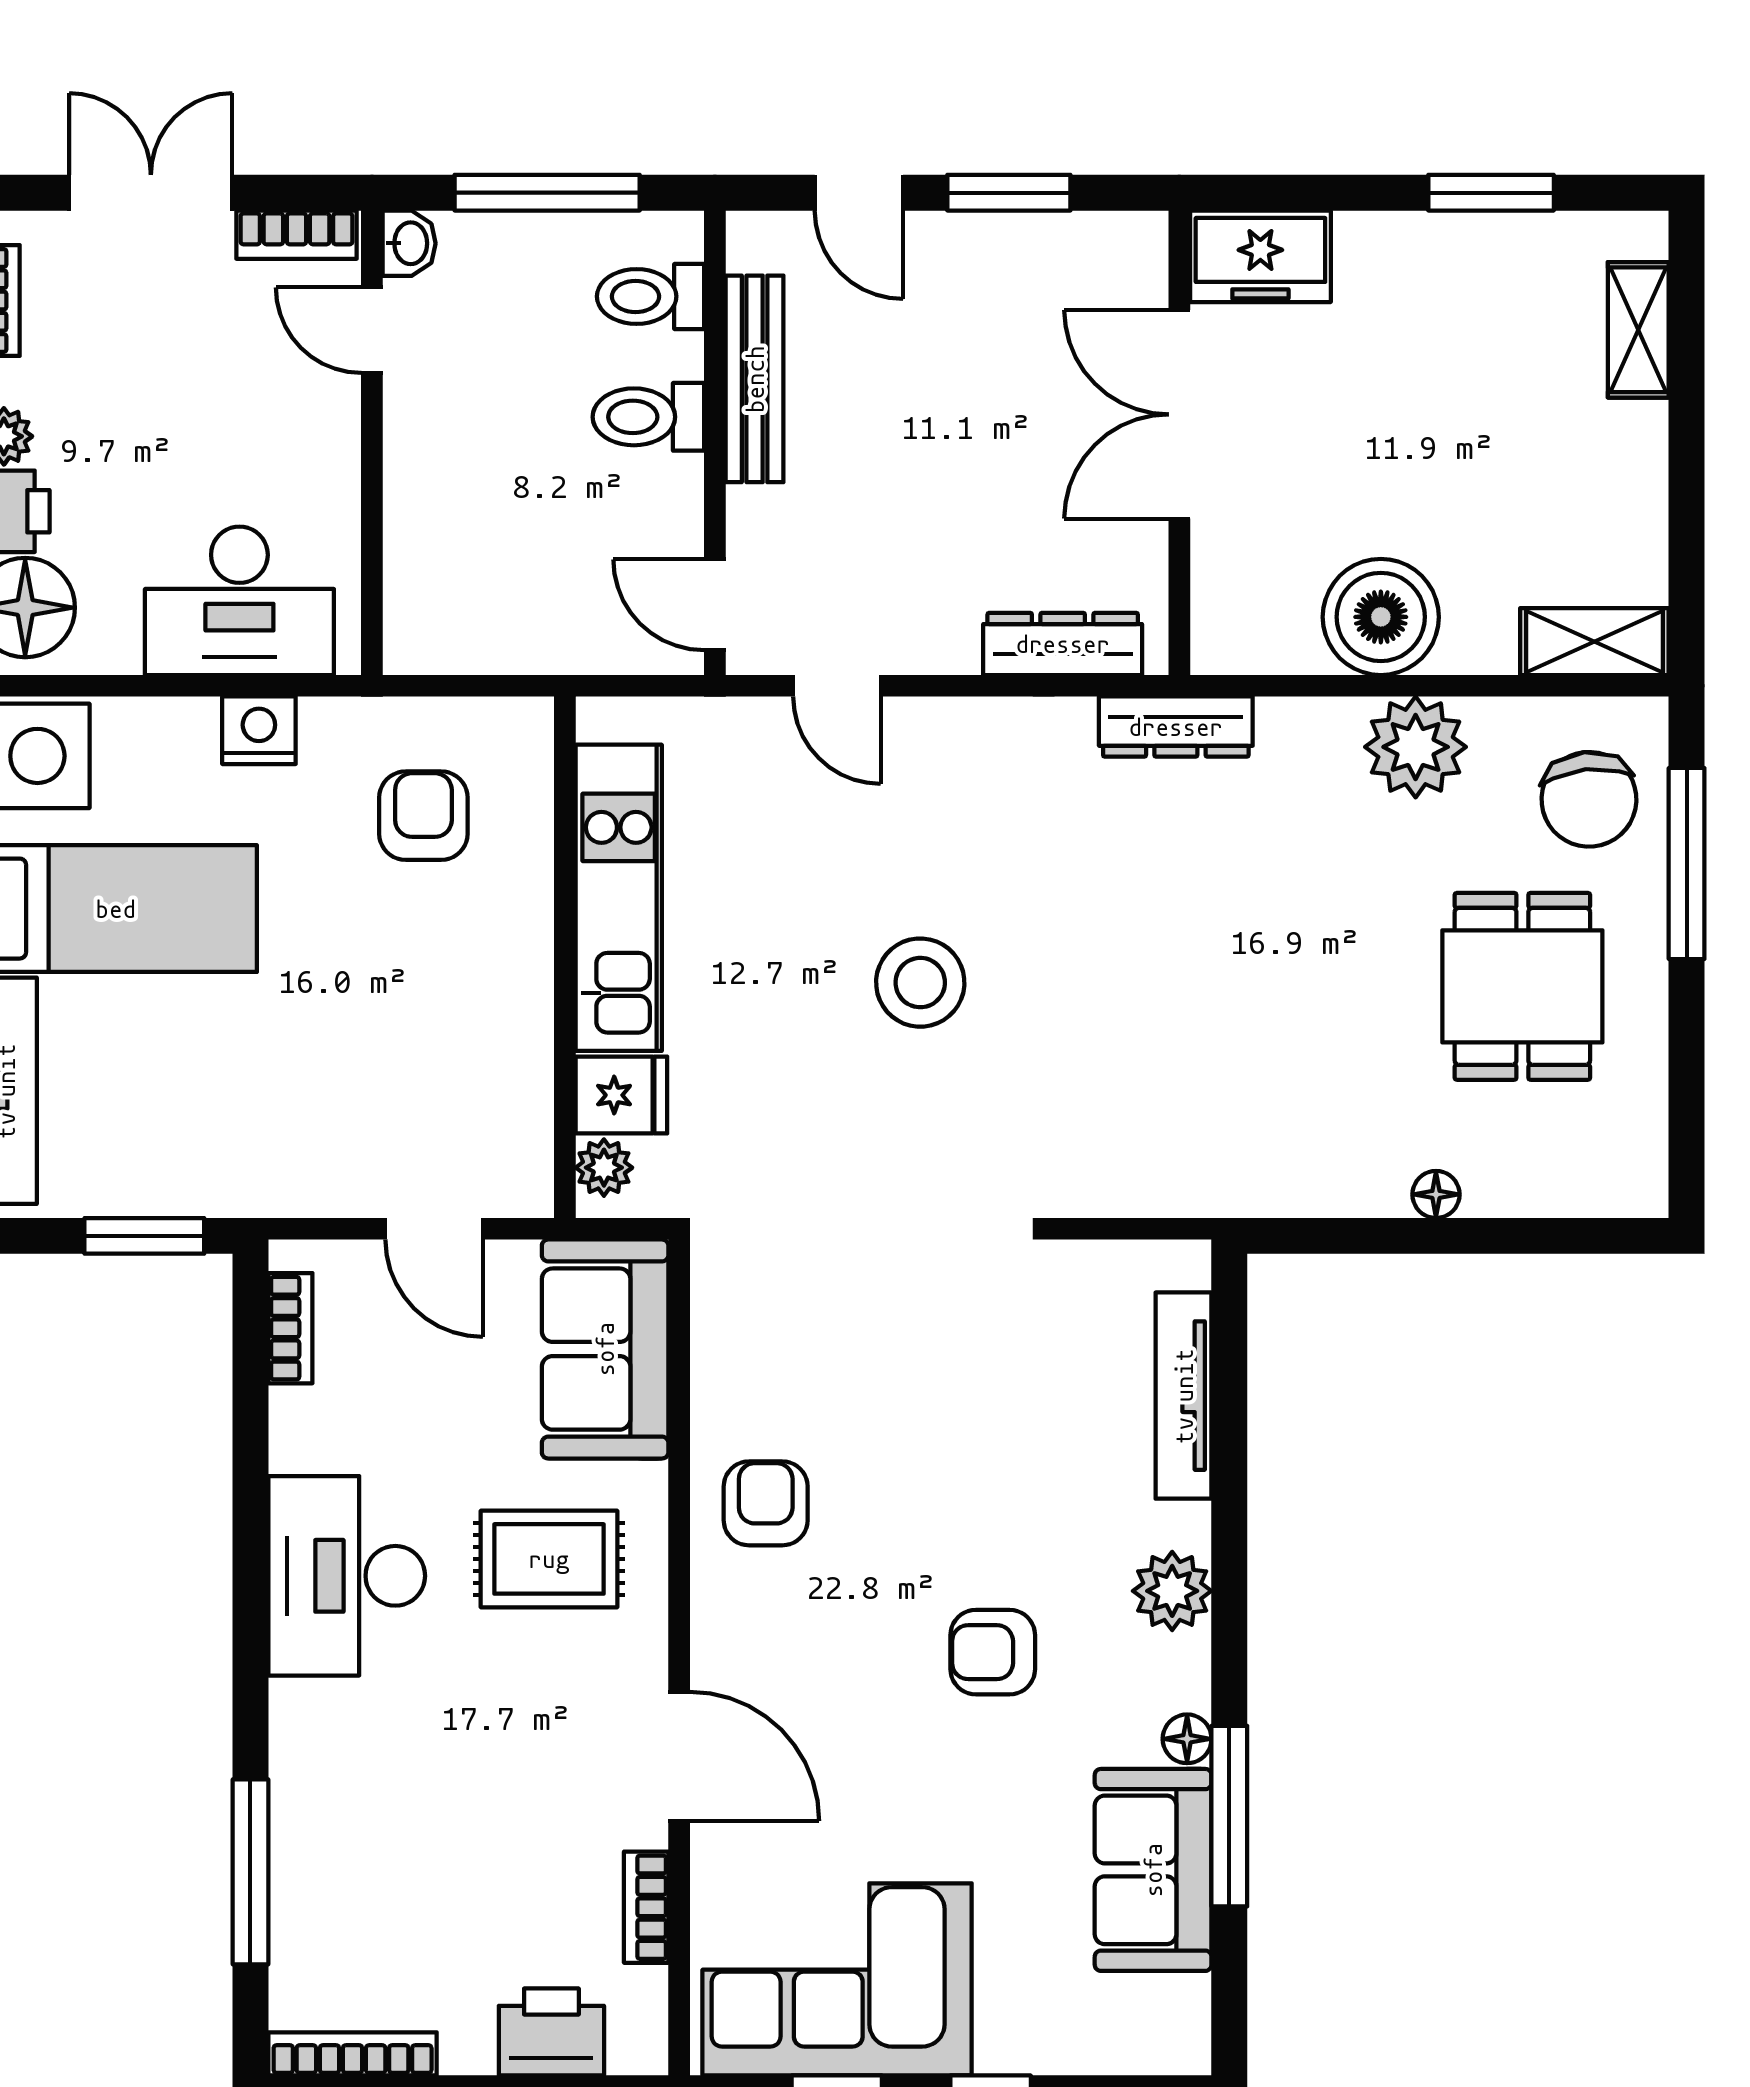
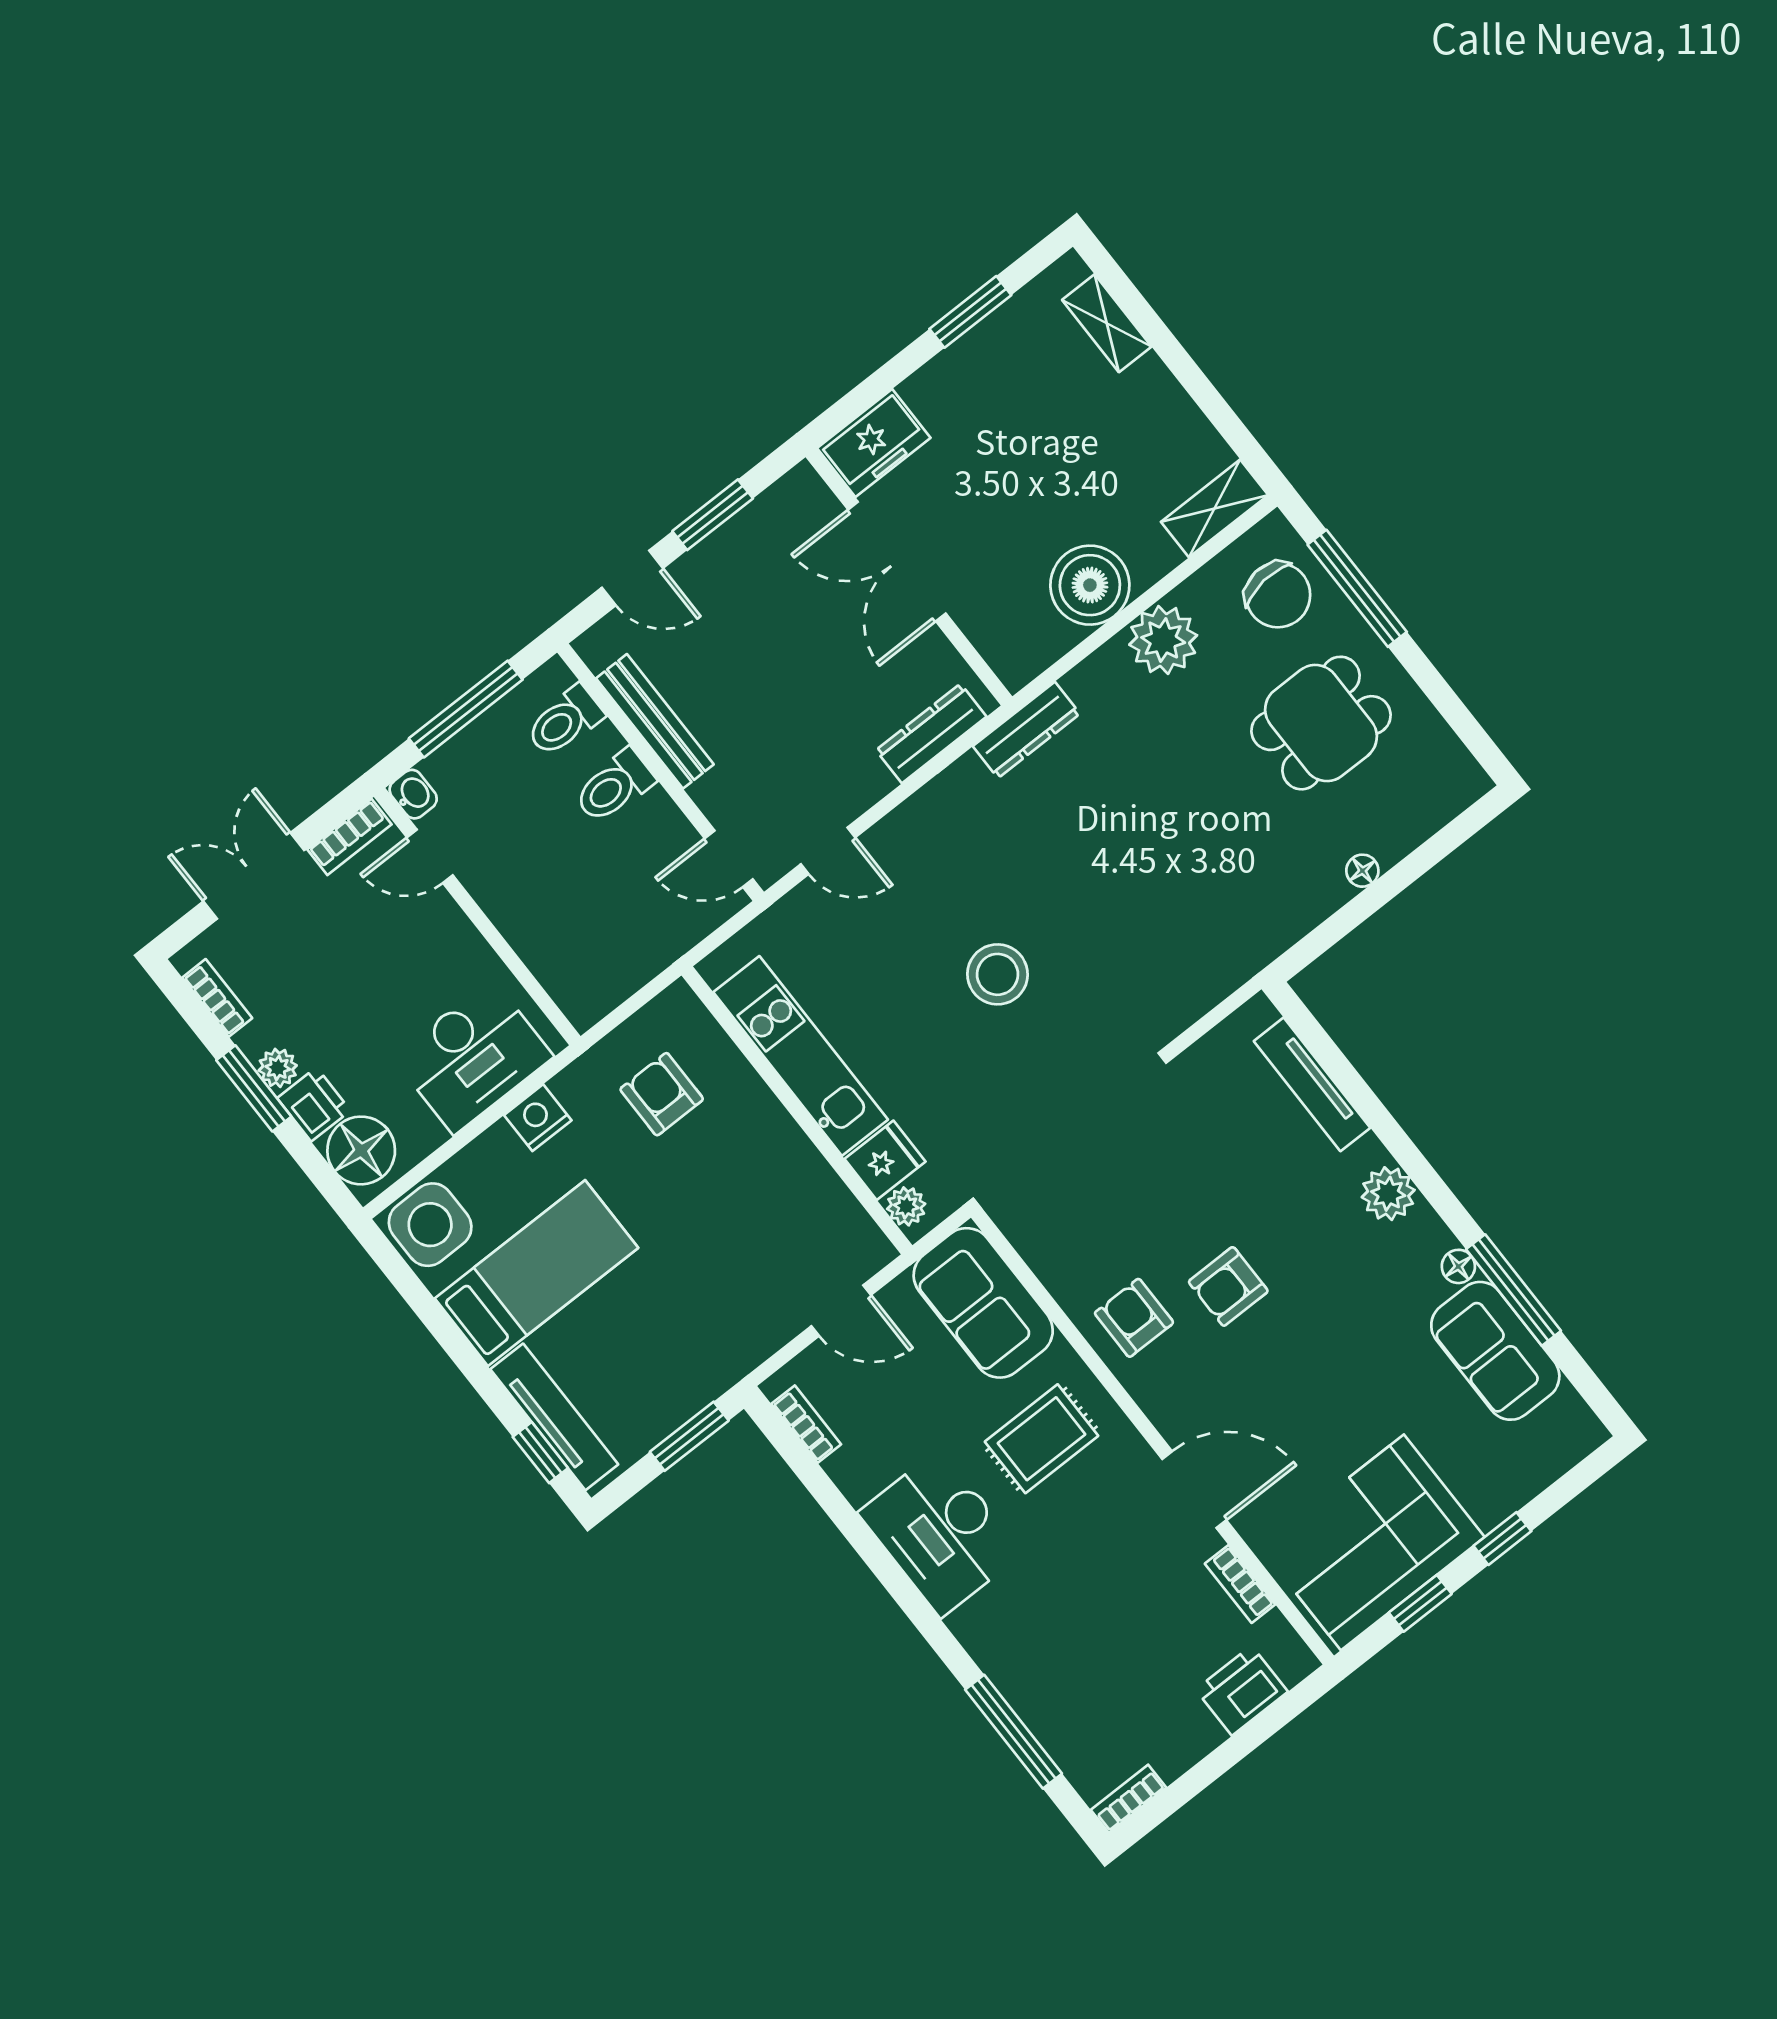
dining table: (1522, 986) -> (1321, 723), turned 90
armchair: (993, 1652) -> (1228, 1286), moved
bookcase: (353, 2054) -> (1128, 1799), width x0.64

